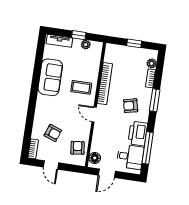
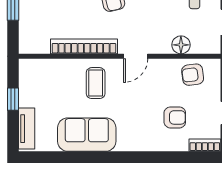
plant: (86, 45) -> (26, 86), removed
armchair: (53, 133) -> (175, 117), turned 70
floor lamp: (95, 158) -> (181, 45), moved

